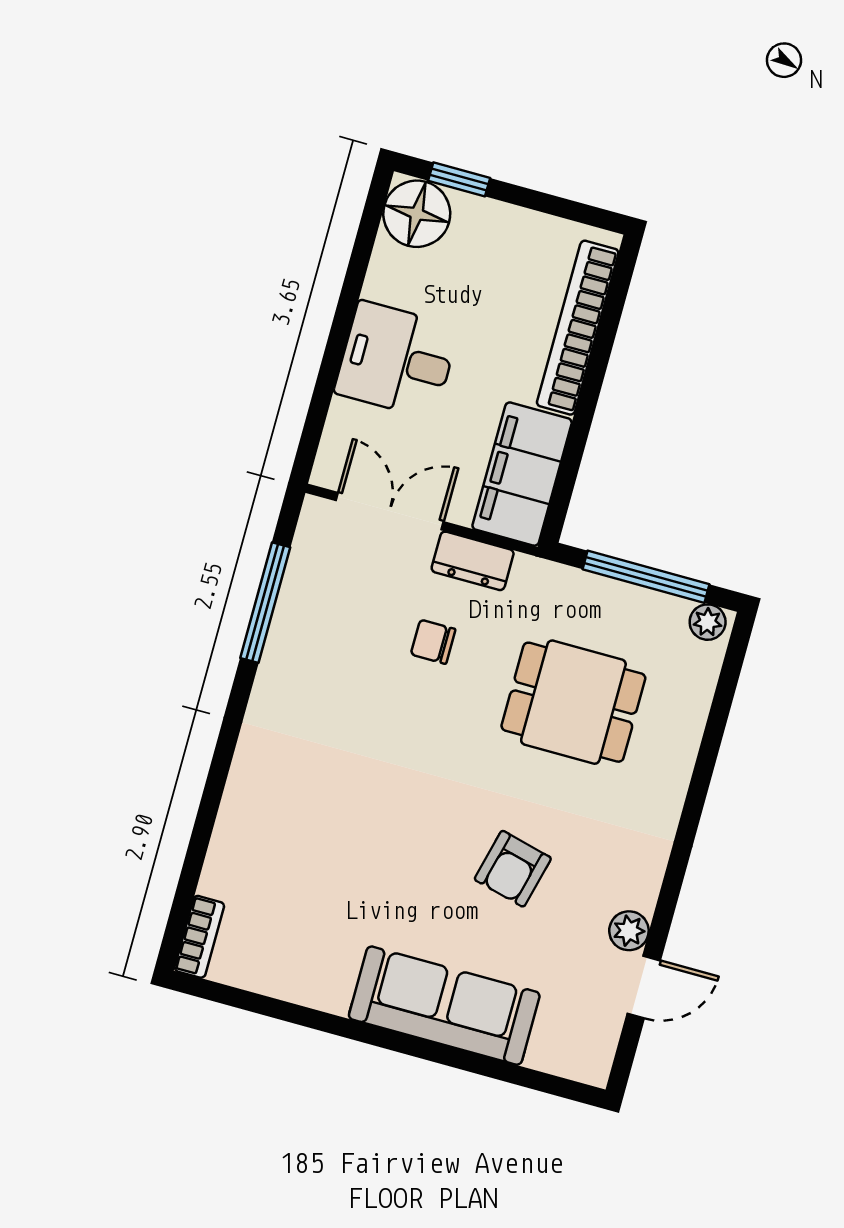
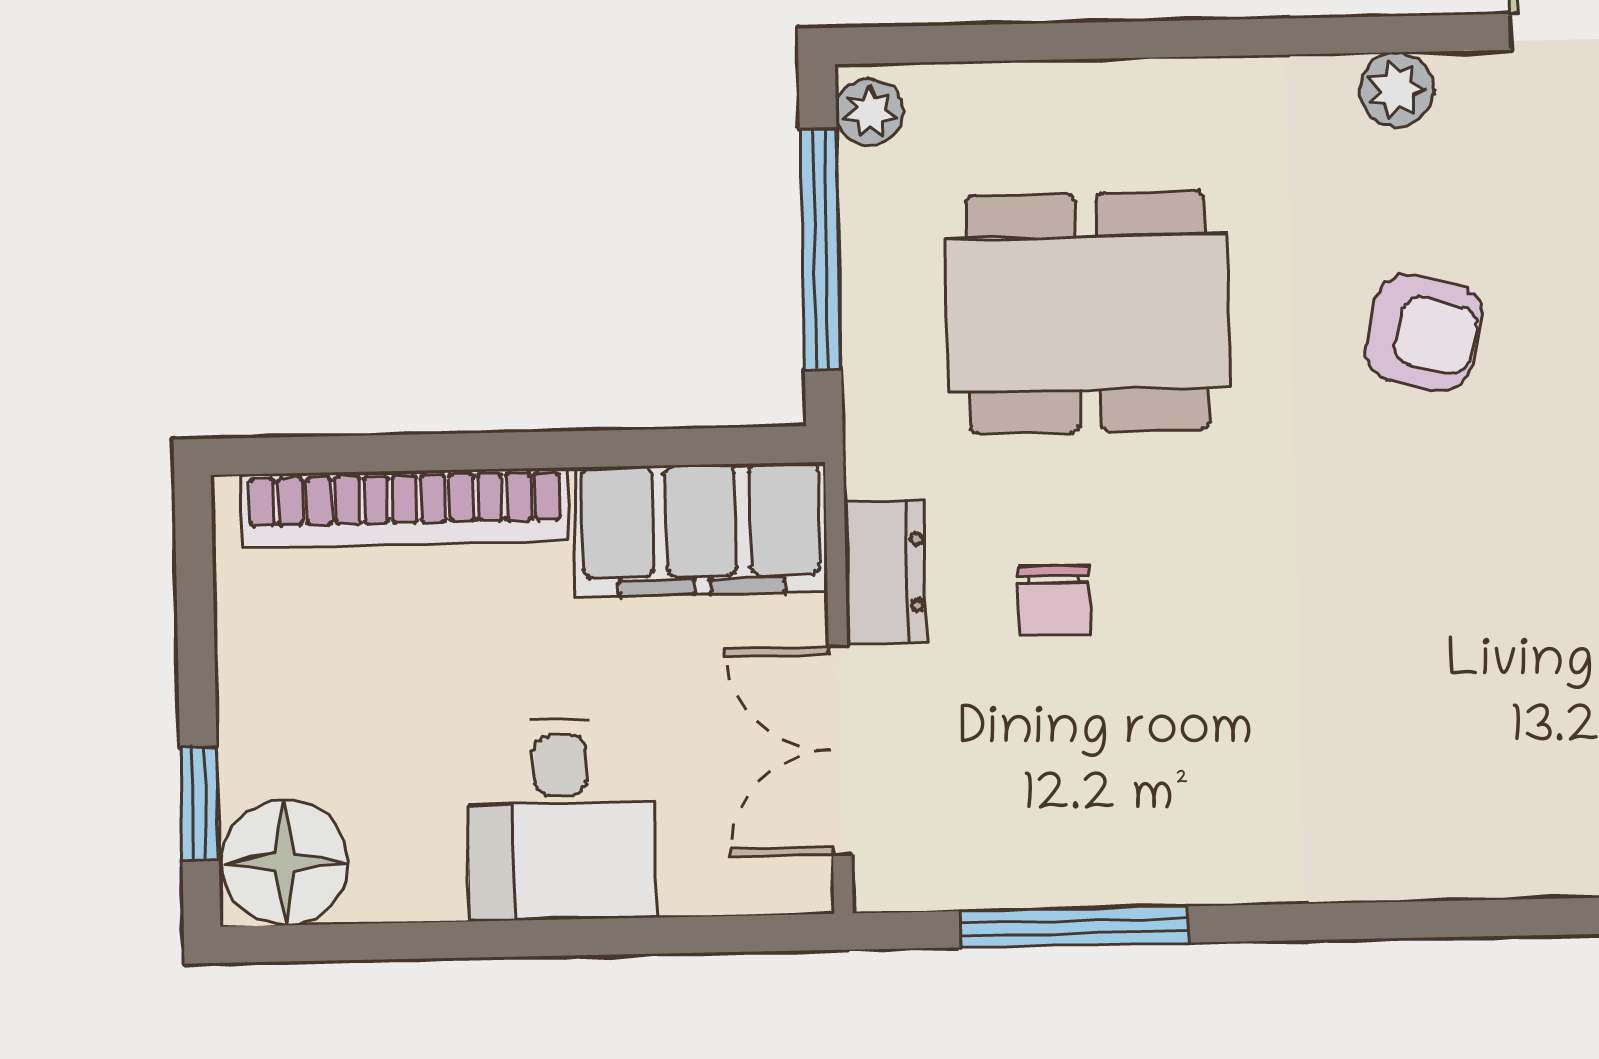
dining table: (573, 702) -> (1088, 313), width x1.37
plant: (629, 931) -> (1396, 89), moved

